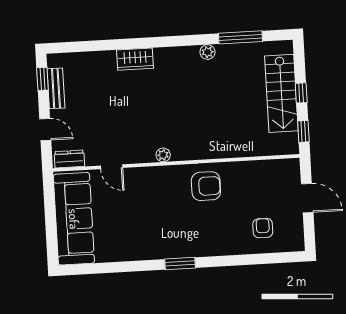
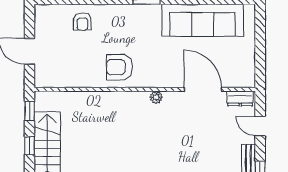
door: (112, 167) -> (203, 89), width x1.88
sofa: (74, 219) -> (203, 20), moved, turned -90
armchair: (263, 228) -> (82, 22), moved

